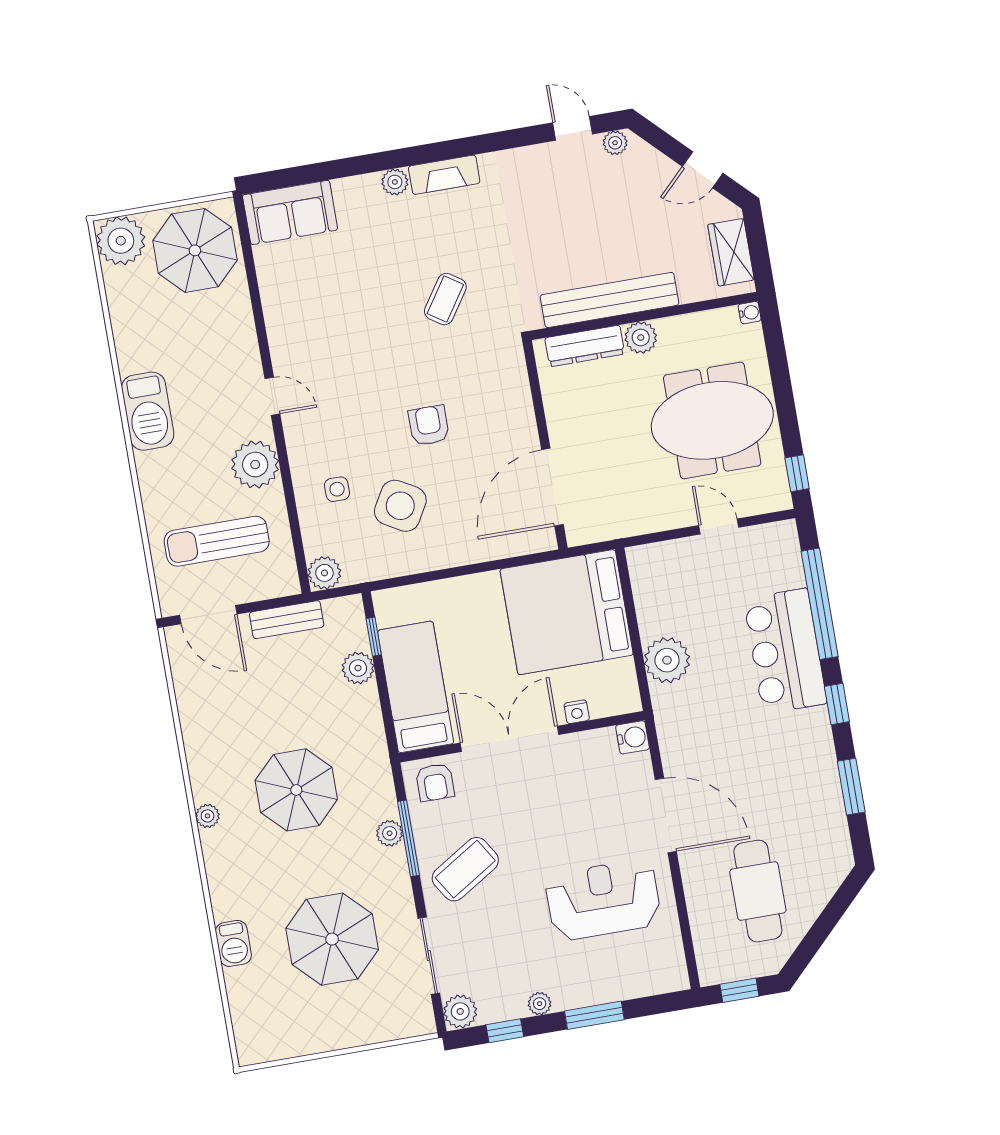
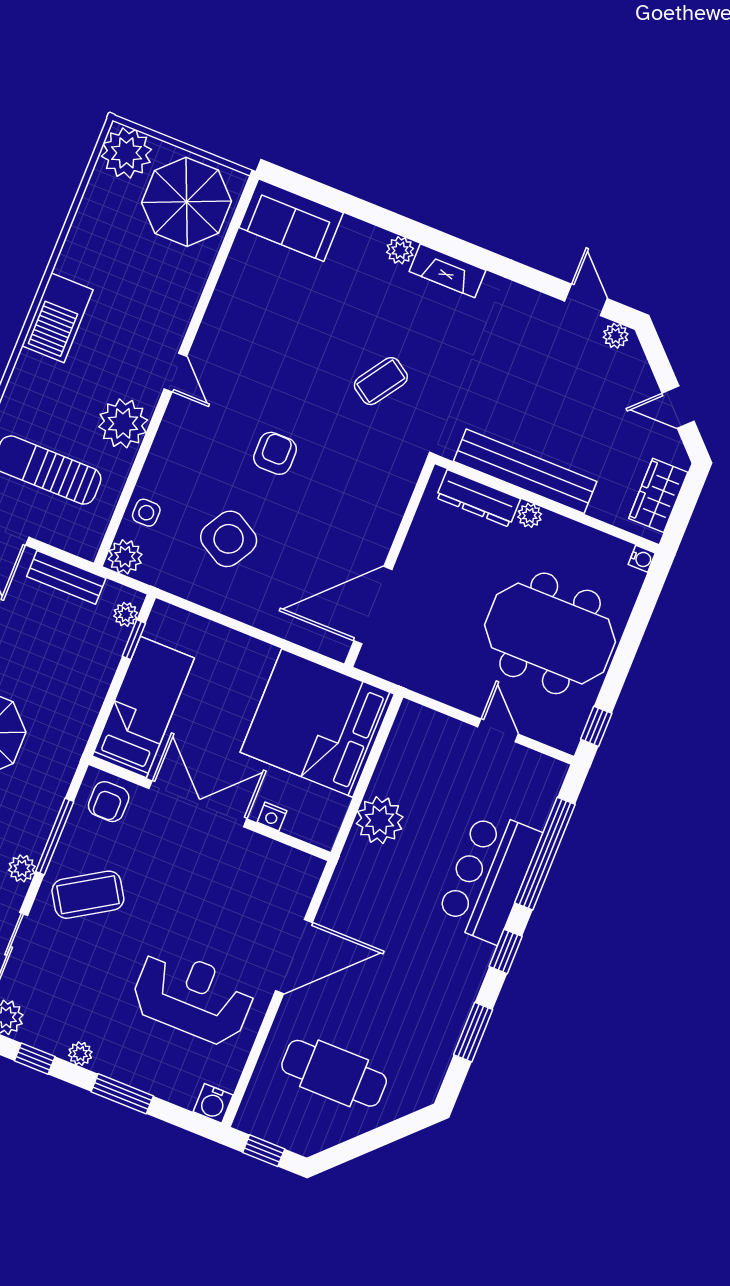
plant: (641, 337) -> (530, 515), width x0.73, depth x0.73
armchair: (429, 425) -> (275, 453), moved
side table: (337, 489) -> (146, 513), moved
plant: (358, 668) -> (126, 614), moved, width x0.73, depth x0.73
water cooler: (633, 737) -> (213, 1103), moved, turned 90
door: (666, 815) -> (294, 956), hinge flipped
plant: (390, 833) -> (22, 868), moved
cafe table: (758, 891) -> (334, 1073), turned 90

